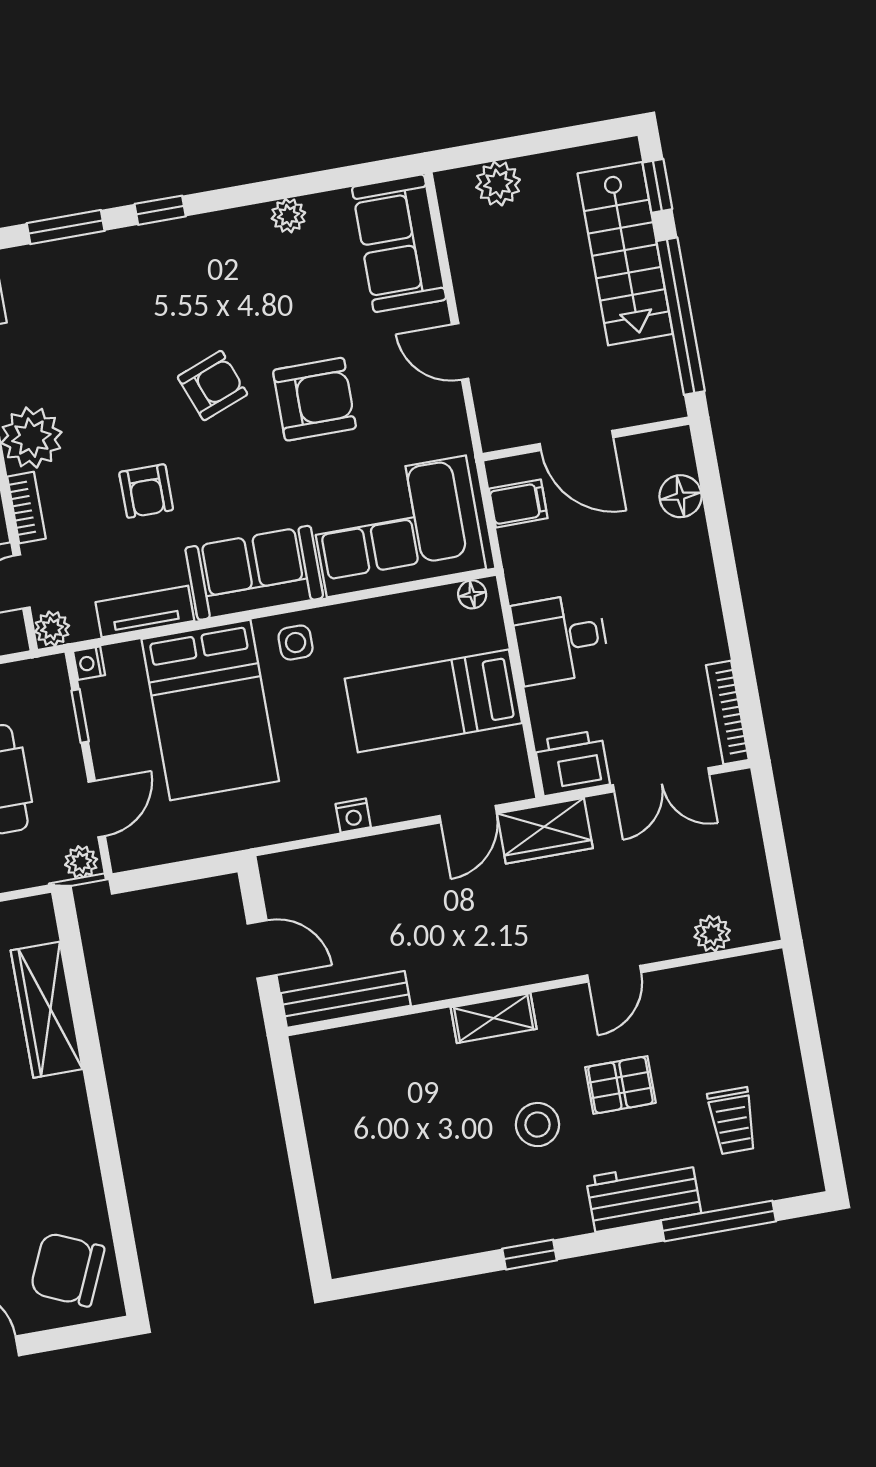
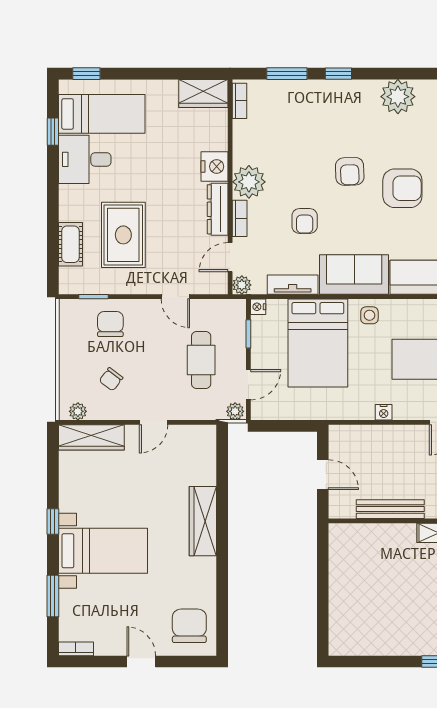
plant: (288, 216) -> (398, 97), width x1.87, depth x1.87
armchair: (213, 386) -> (350, 171), turned 109
bench: (346, 999) -> (390, 509), moved
wardrobe: (47, 1010) -> (203, 521), moved
chair: (67, 1270) -> (189, 626), turned 66

